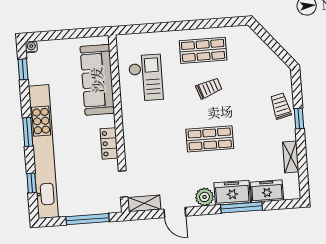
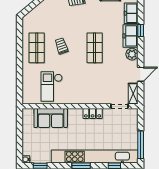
checkout: (146, 78) -> (52, 86), turned -90
sofa: (97, 80) -> (51, 118), width x0.73
window: (242, 208) -> (141, 31), width x0.46
window: (87, 219) -> (141, 145), moved

